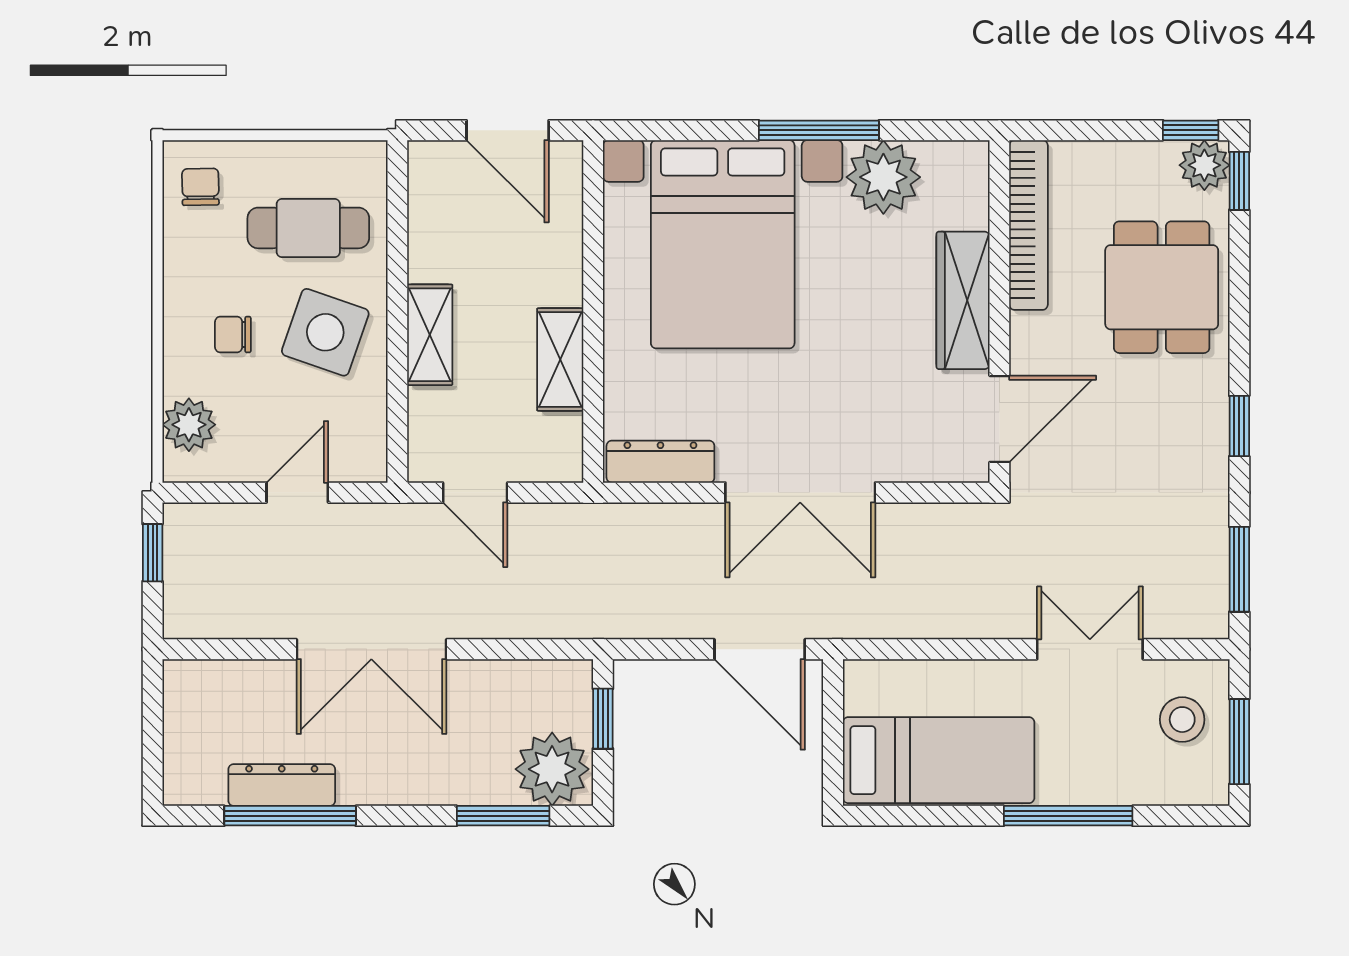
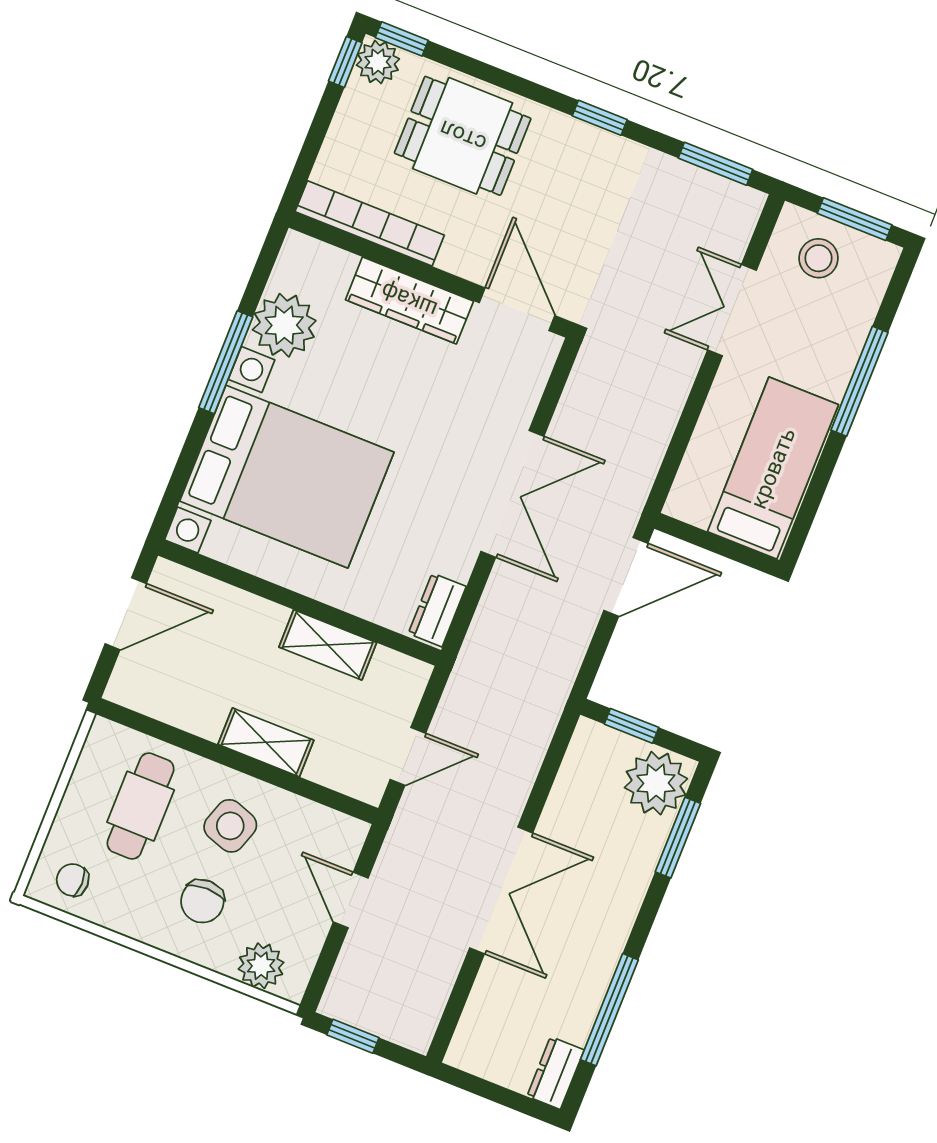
side table: (325, 332) -> (230, 826), width x0.73, depth x0.73
chair: (233, 335) -> (202, 901), width x1.37, depth x1.37
dresser: (660, 462) -> (437, 610), width x0.70
dresser: (282, 785) -> (555, 1073), moved, width x0.70

